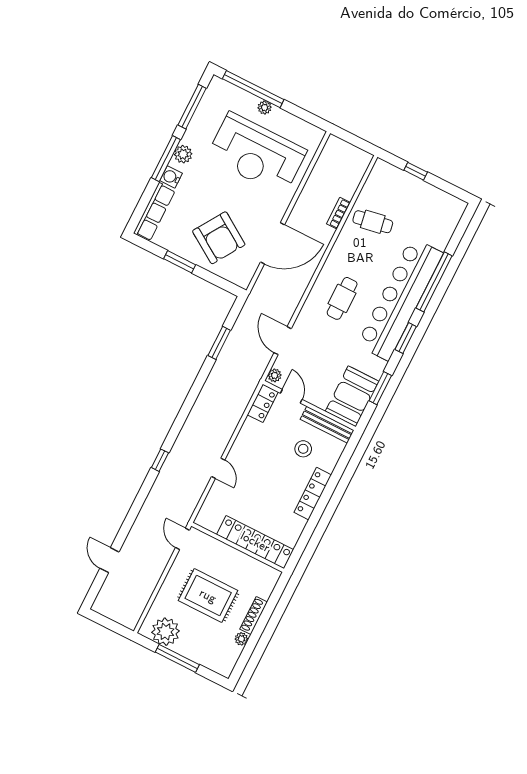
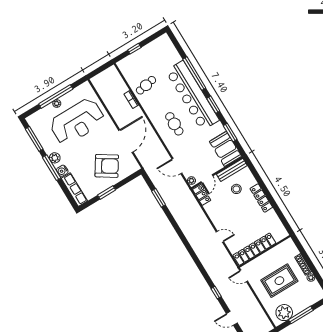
window: (253, 89) -> (56, 96), moved
door: (291, 396) -> (207, 179), swing flipped
window: (160, 460) -> (216, 293), moved
locker: (255, 542) -> (254, 249), moved

